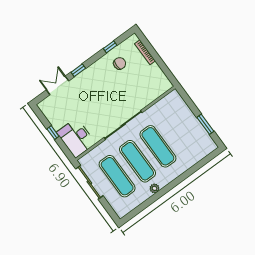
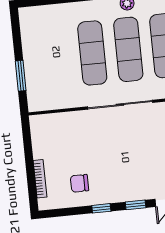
window: (110, 47) -> (101, 208), moved
window: (205, 124) -> (21, 76), moved

